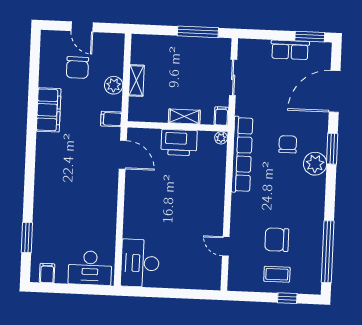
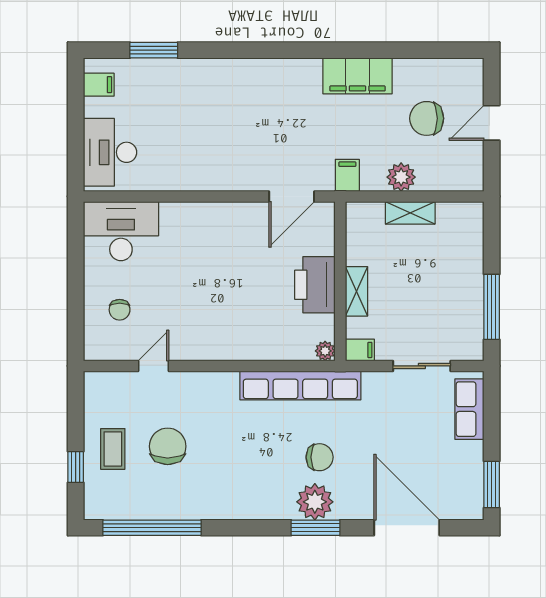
row of seats: (290, 50) -> (469, 409), moved
plant: (315, 164) -> (315, 502), moved
chair: (189, 266) -> (120, 310), added

